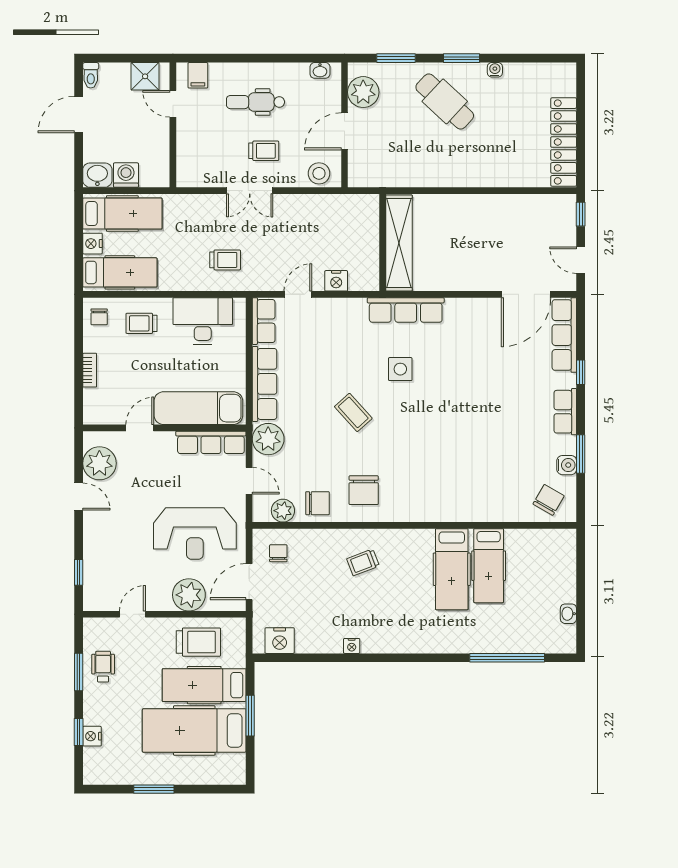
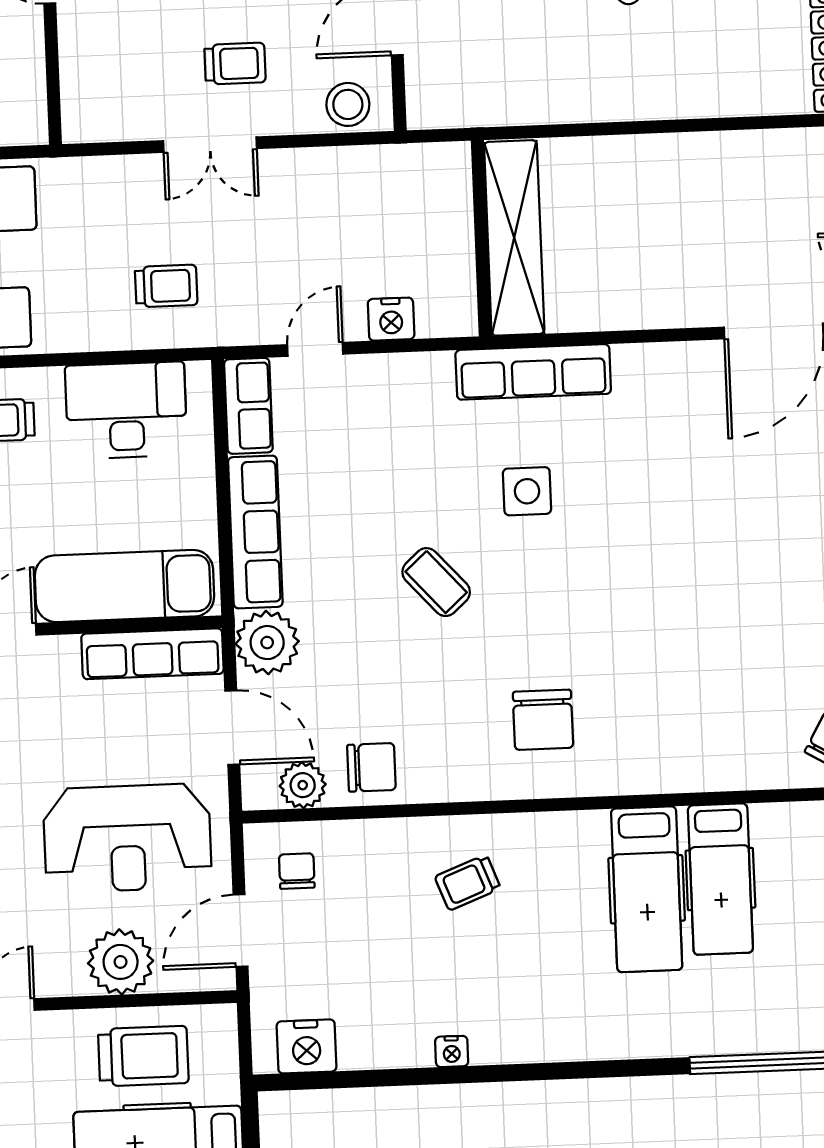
door: (249, 481) -> (232, 728), width x1.38
chair: (364, 490) -> (543, 720), moved

